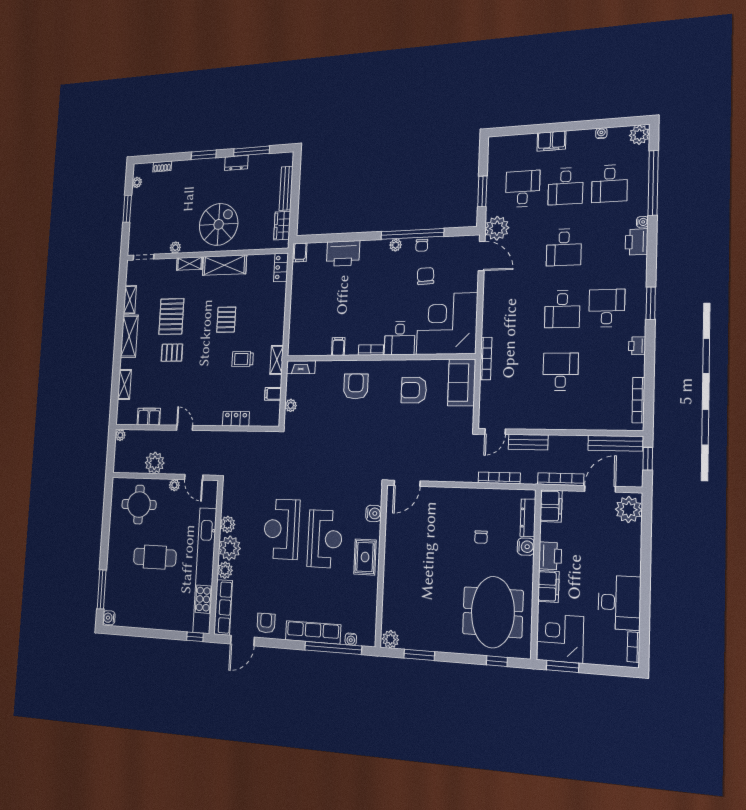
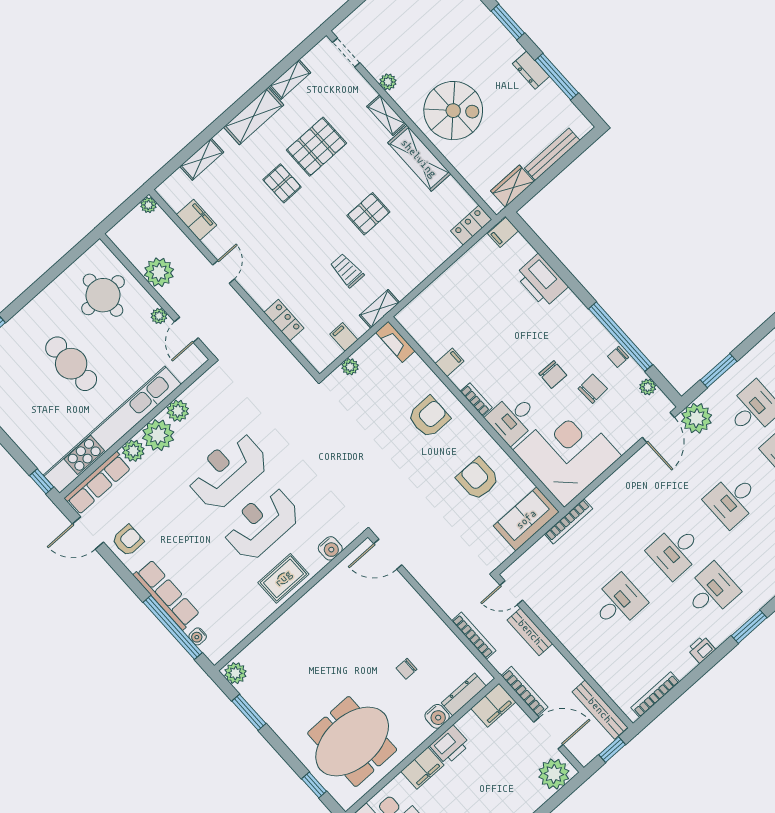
plant: (396, 245) -> (648, 387), moved
chair: (397, 293) -> (553, 374), added
reception desk: (325, 539) -> (261, 523), turned 180

